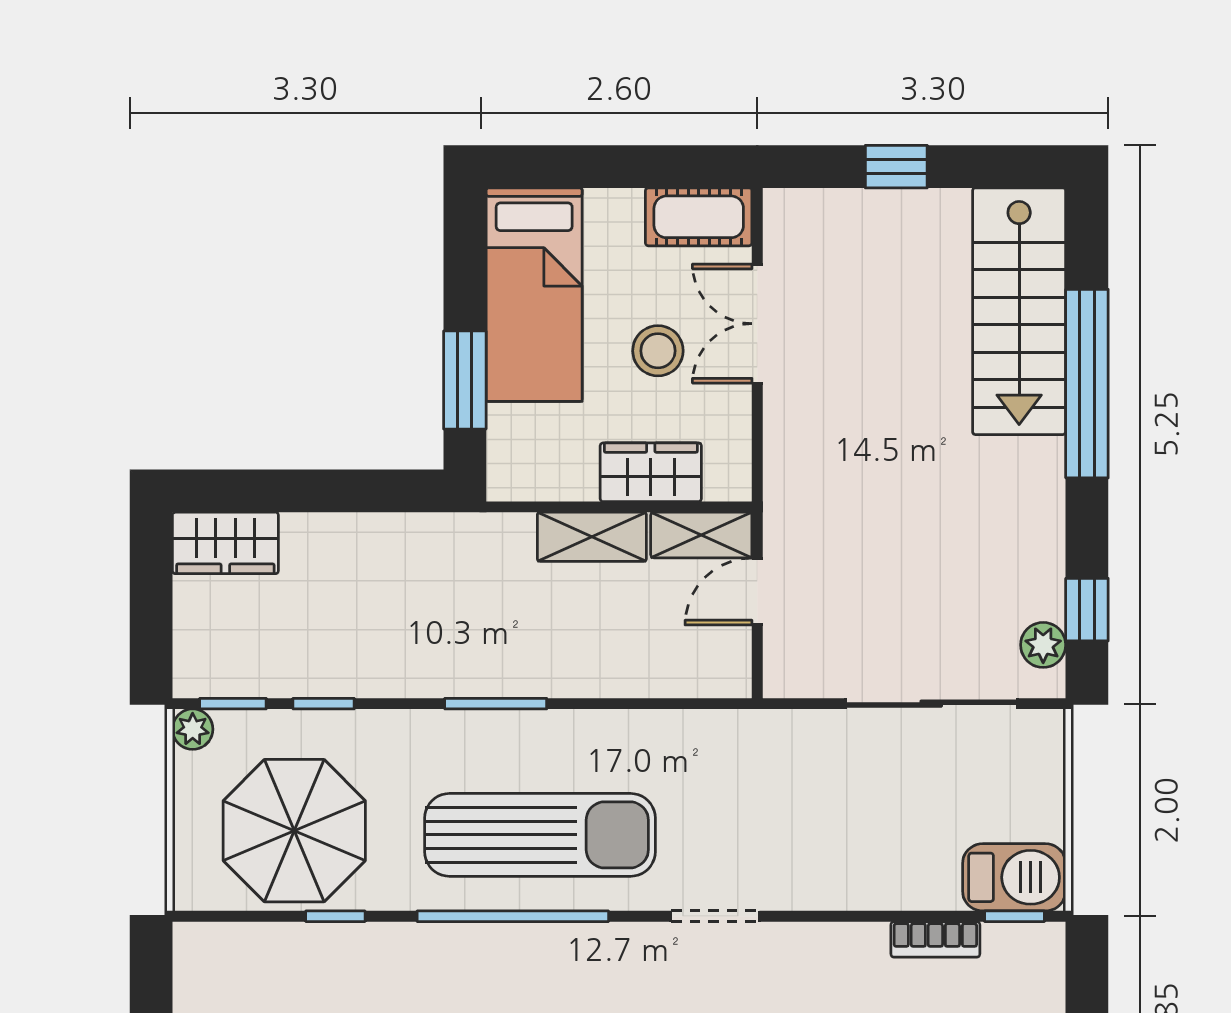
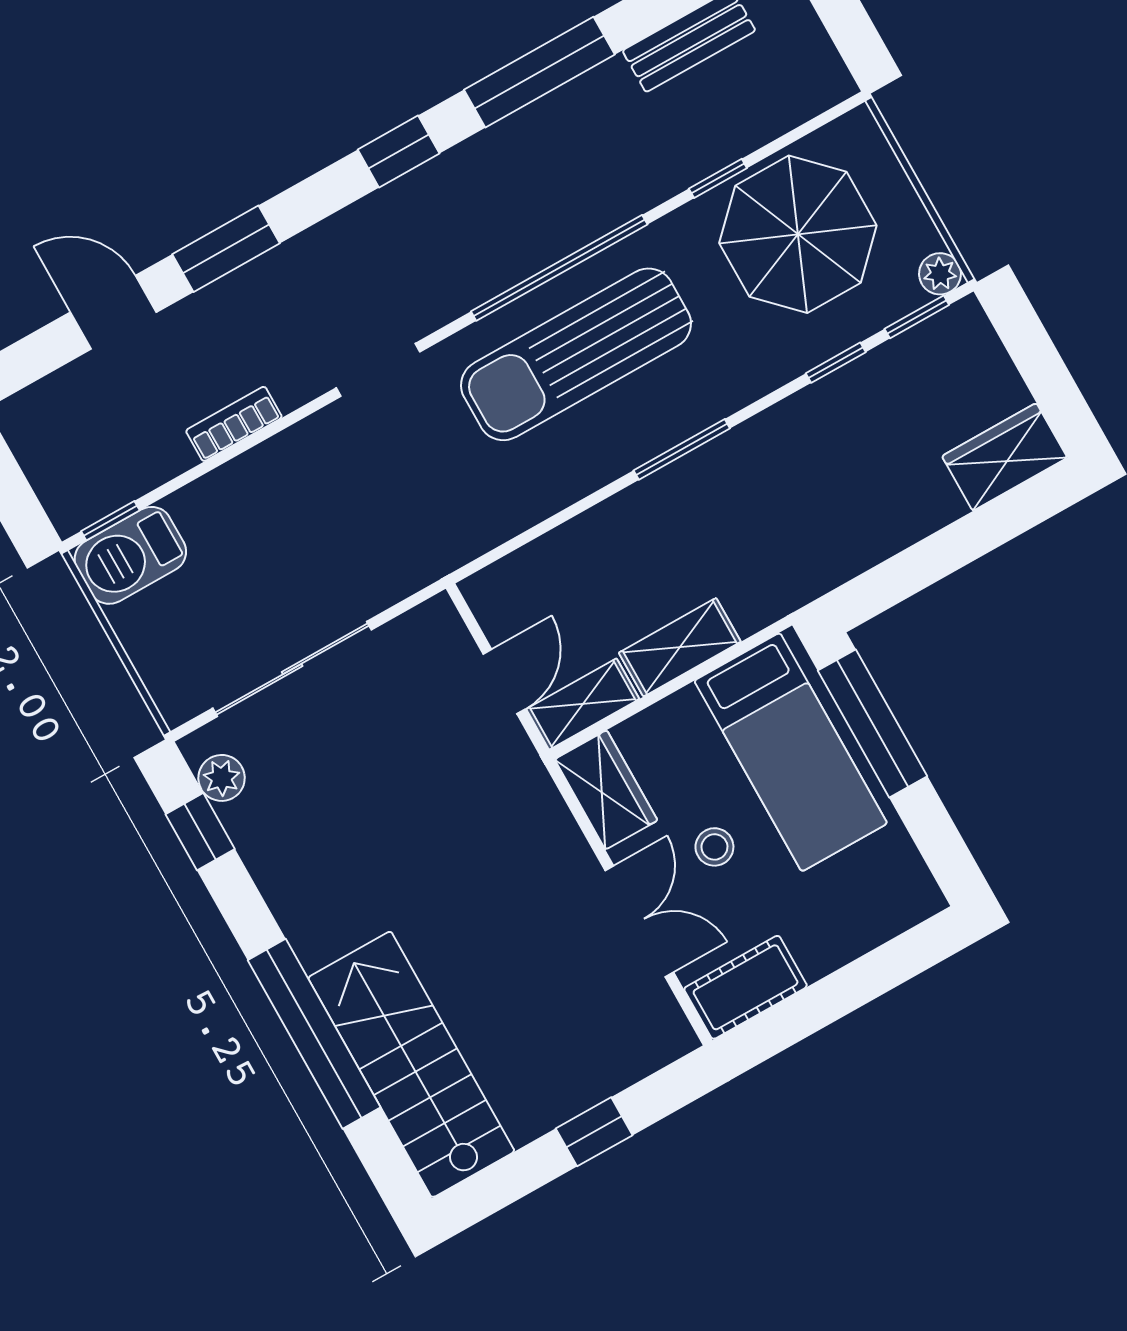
bed: (534, 295) -> (791, 752), moved, turned 180
stool: (658, 351) -> (714, 847), width x0.73, depth x0.73
window: (465, 380) -> (873, 723), width x1.44
wardrobe: (651, 472) -> (606, 790), moved, turned -90
bookcase: (935, 939) -> (234, 424), moved

